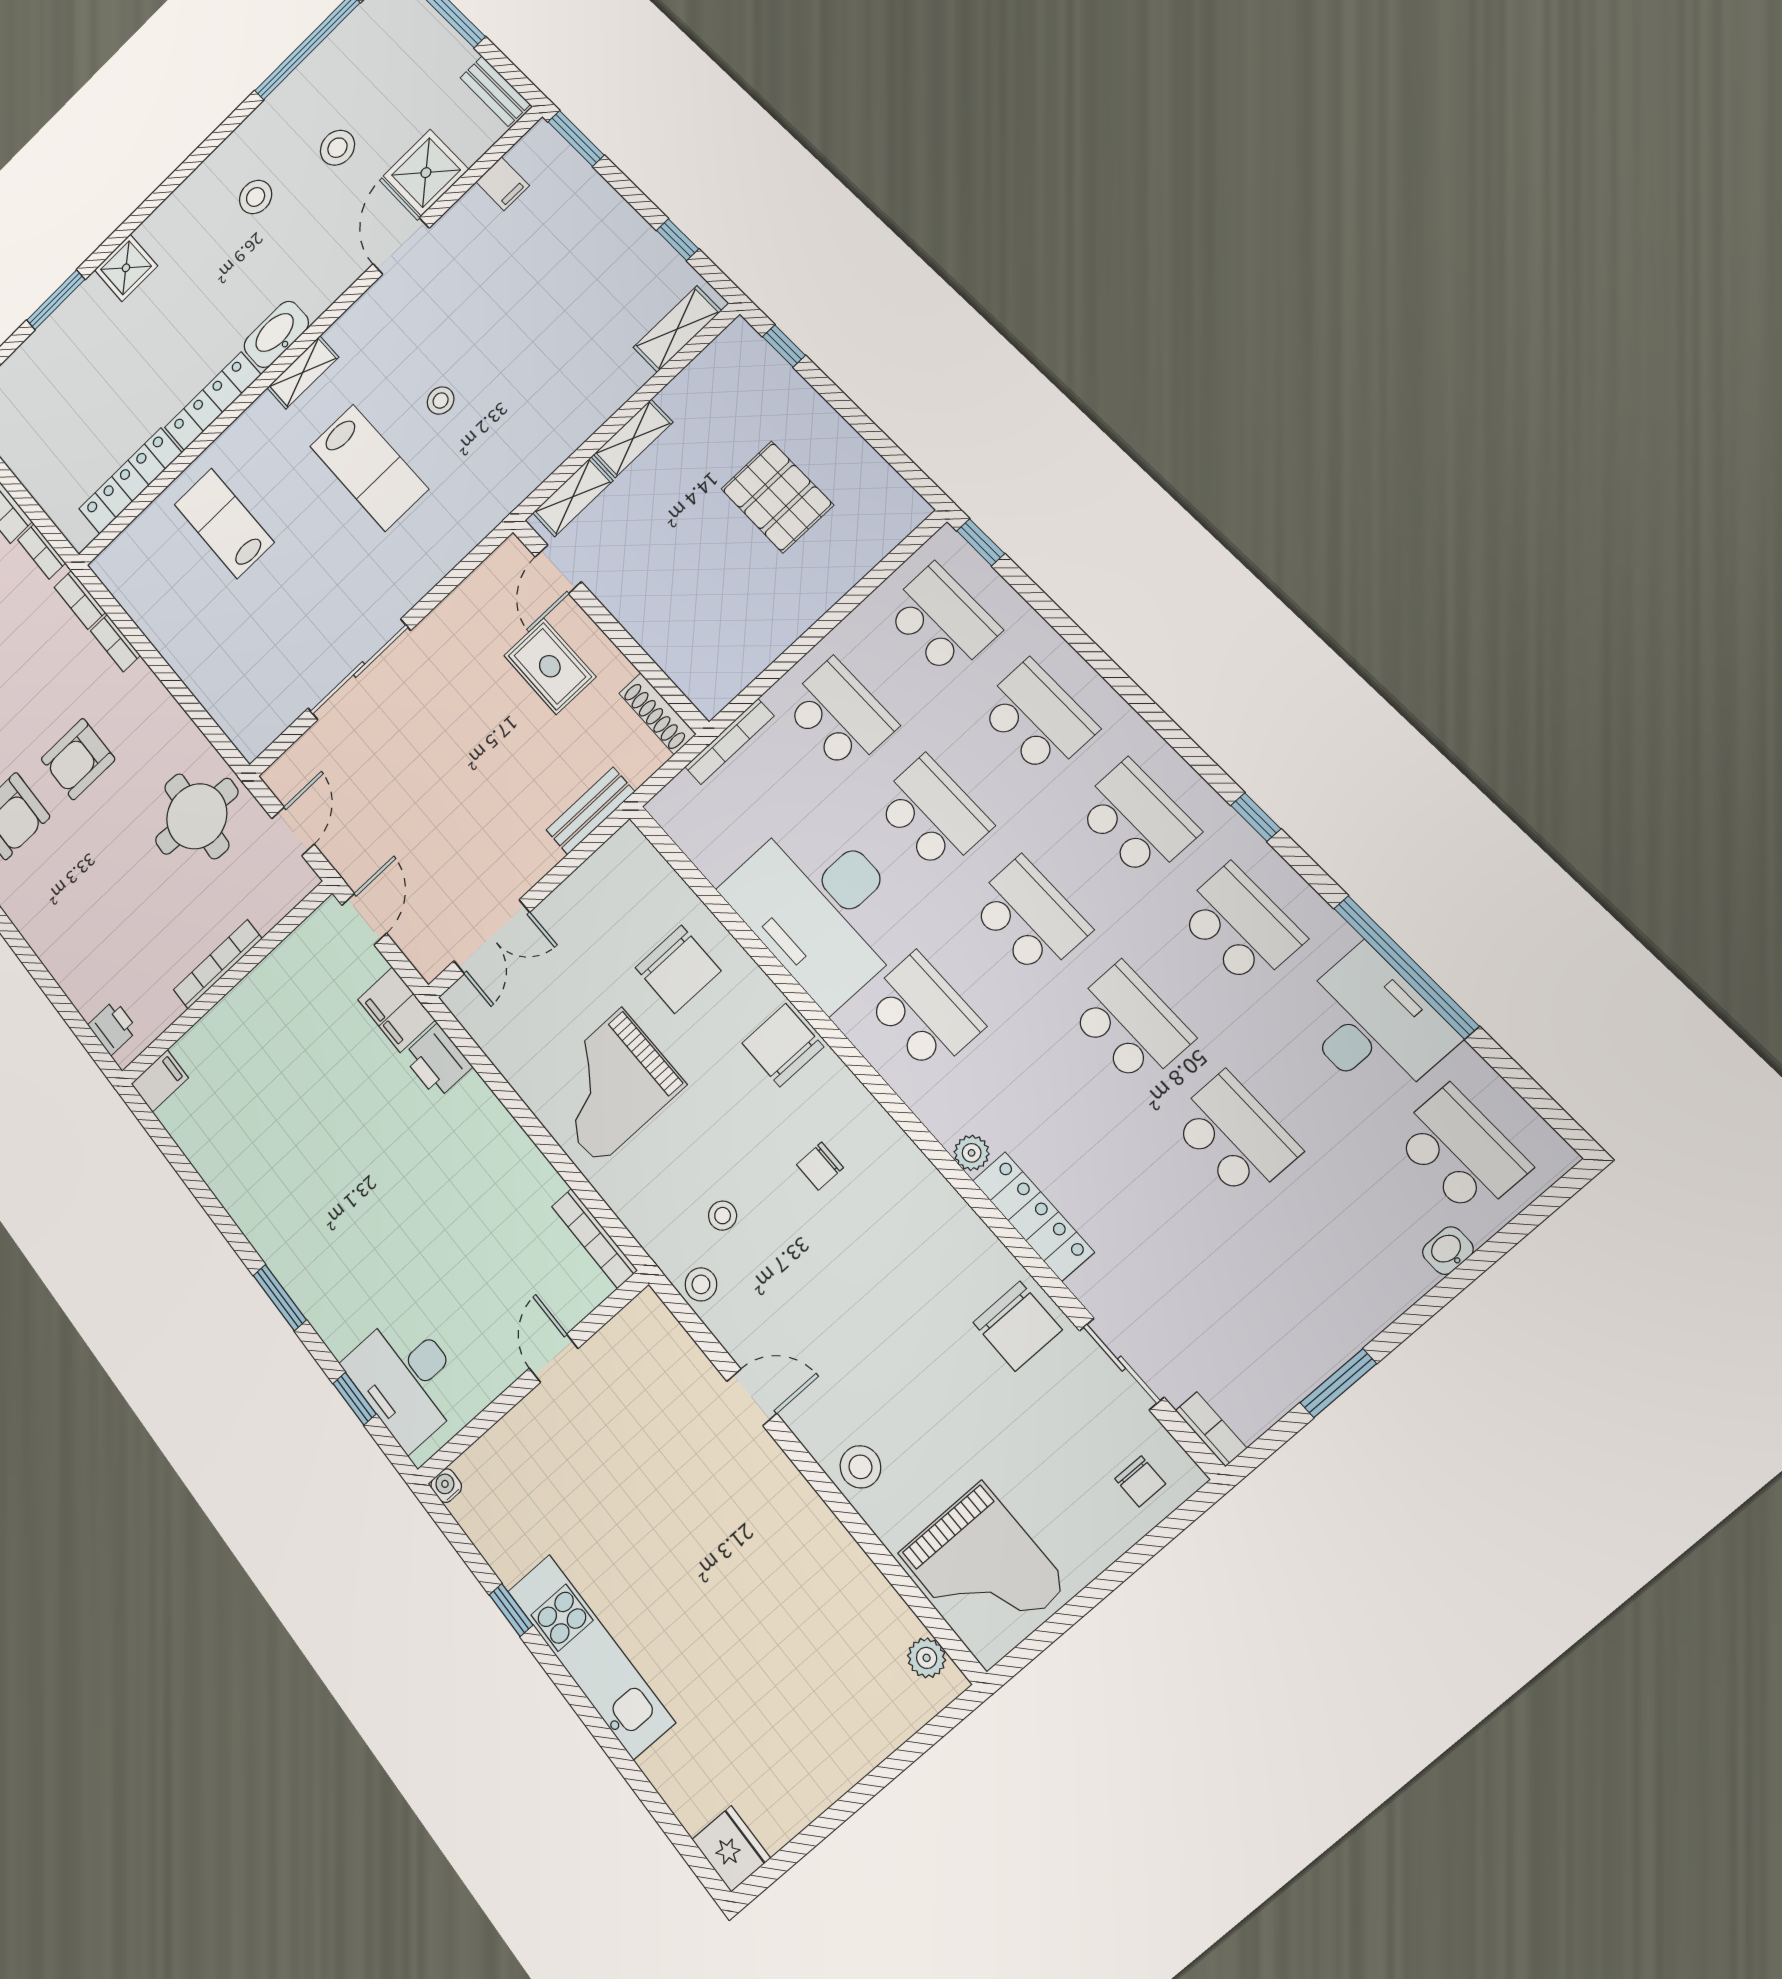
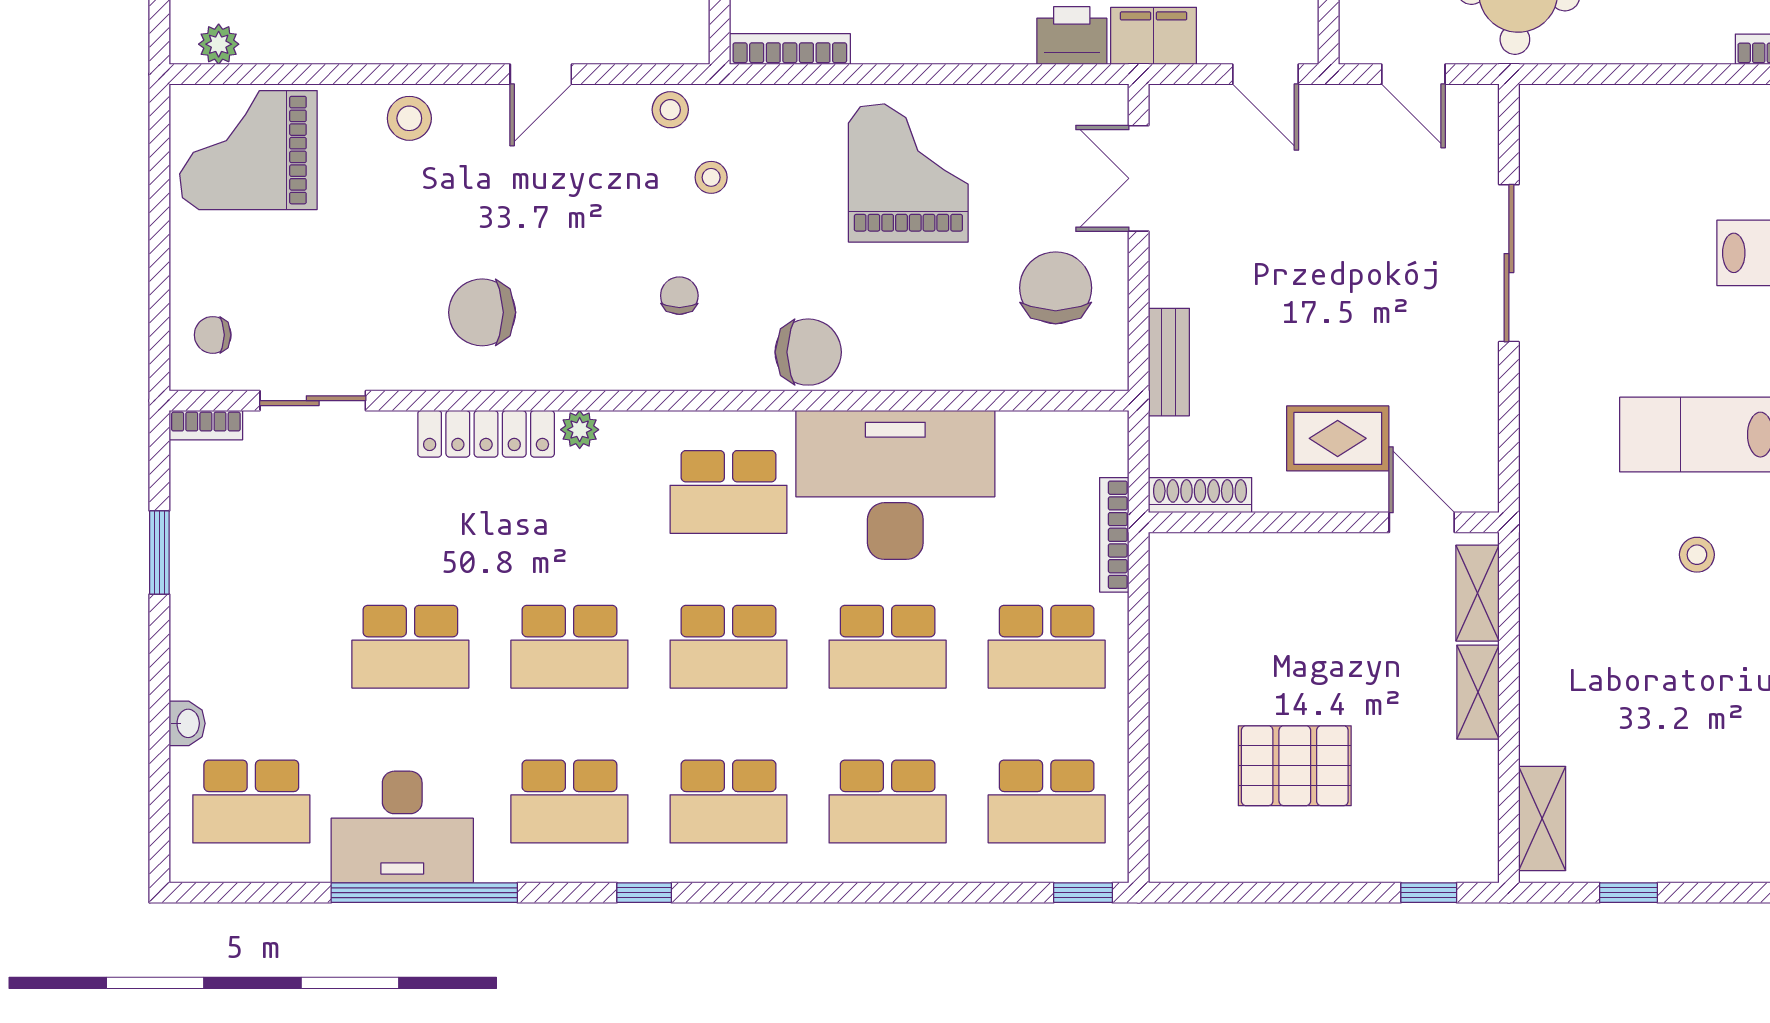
chair: (678, 969) -> (1056, 288), moved, turned 90
chair: (1018, 1326) -> (482, 312), moved

